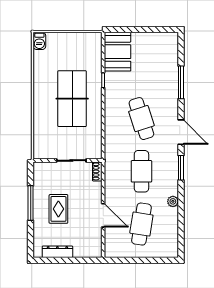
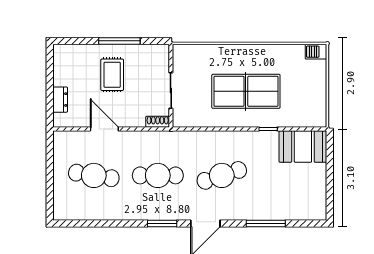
plant: (173, 201) -> (121, 214), removed
rug: (58, 209) -> (112, 75), turned 90
door: (103, 215) -> (104, 129), swing flipped
dresser: (57, 252) -> (60, 100), moved, width x0.70

